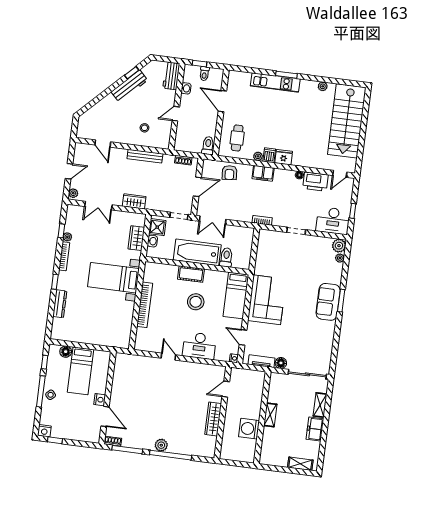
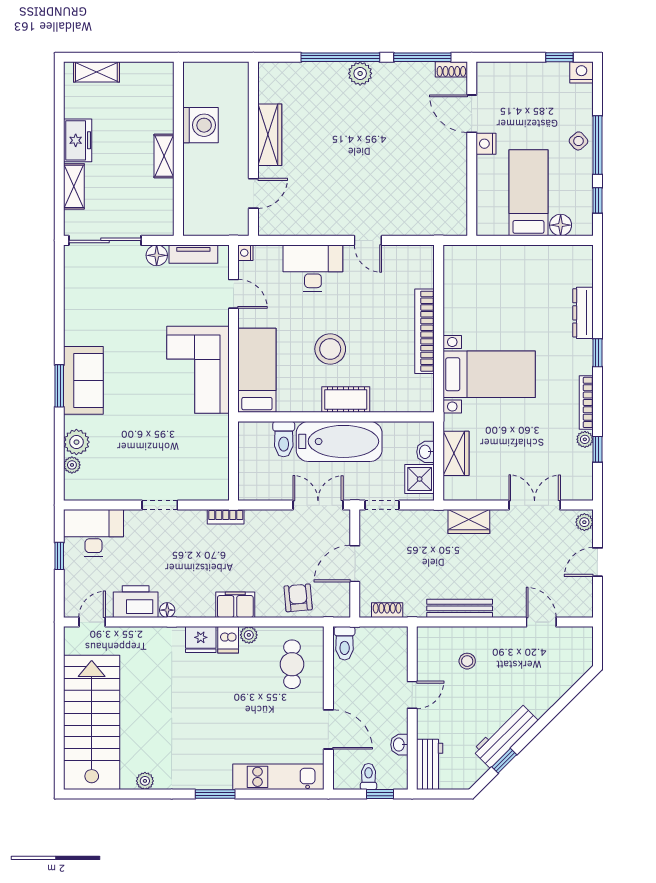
kitchen unit: (275, 82) -> (278, 777), moved
plant: (339, 246) -> (76, 442), moved

